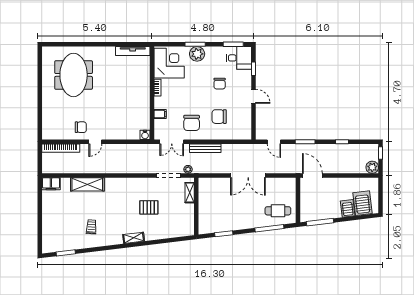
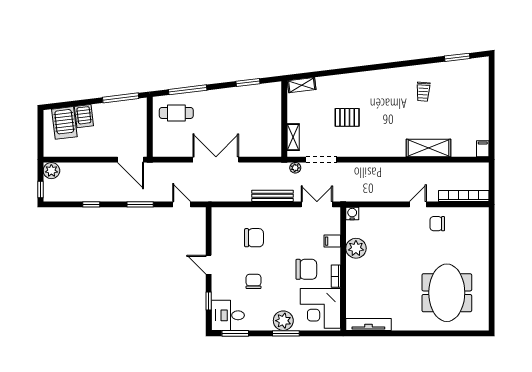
plant: (142, 109) -> (356, 248), added
chair: (192, 123) -> (306, 269), moved, turned 90
filing cabinet: (51, 184) -> (483, 149), width x0.50
shelving: (134, 238) -> (302, 85), moved

